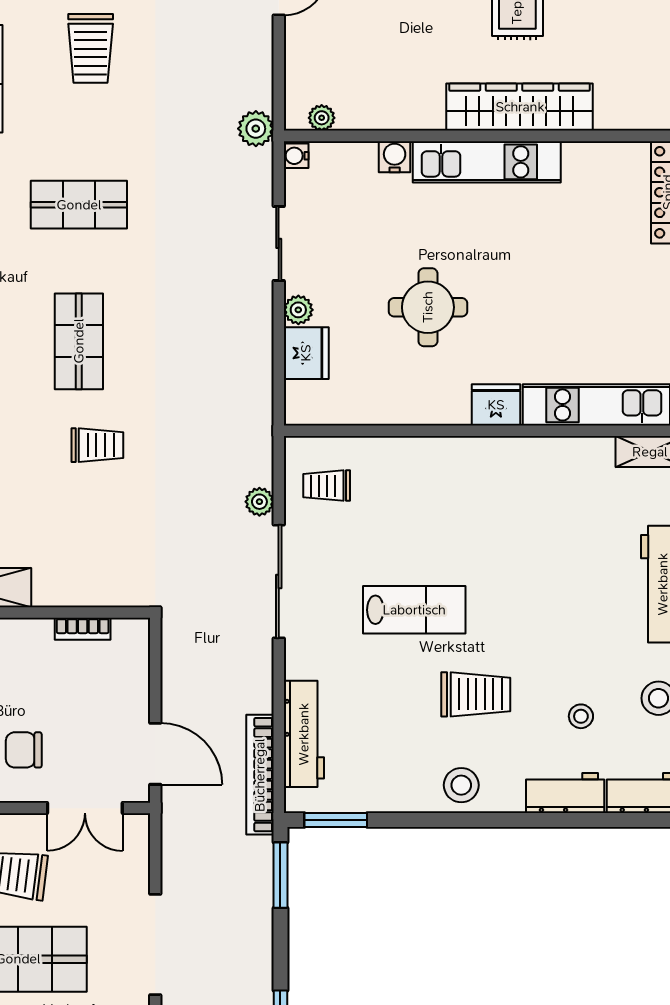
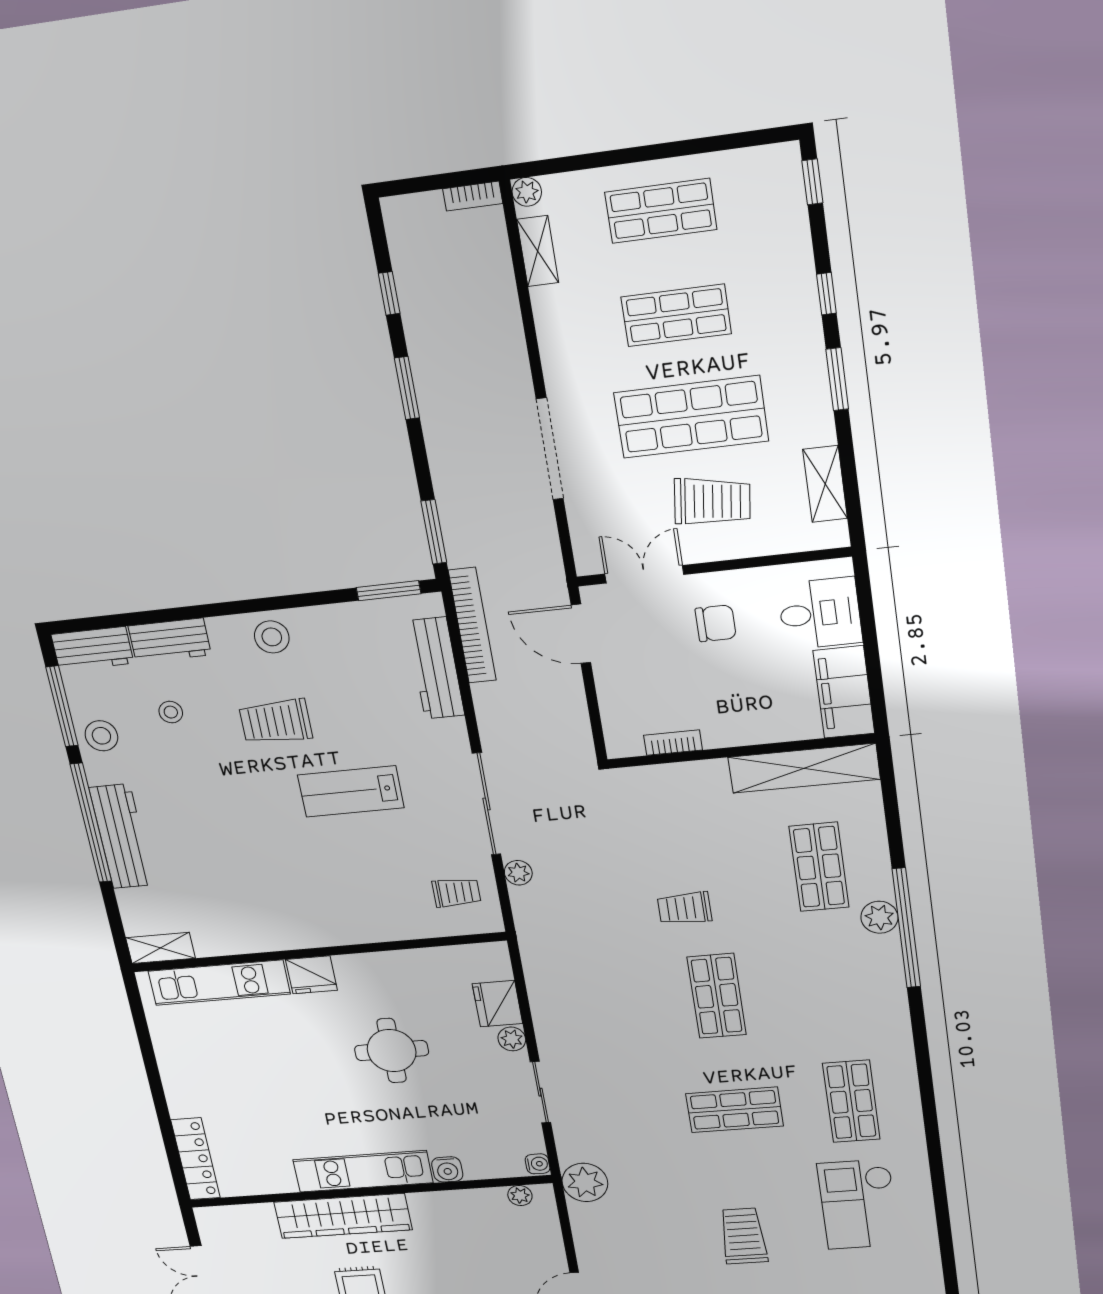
plant: (256, 129) -> (585, 1182), width x1.36, depth x1.36

